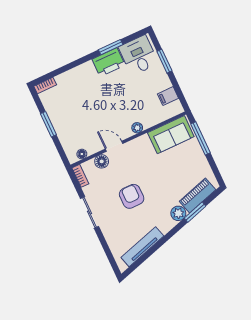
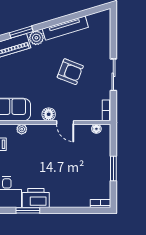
plant: (137, 128) -> (22, 129), moved
floor lamp: (102, 161) -> (49, 114), moved
armchair: (132, 196) -> (70, 72), turned -69
tv unit: (142, 247) -> (65, 28), moved

